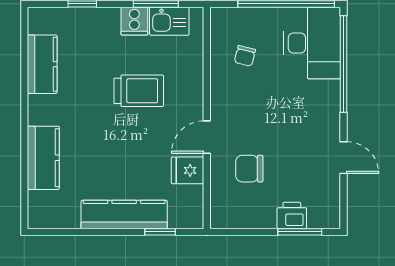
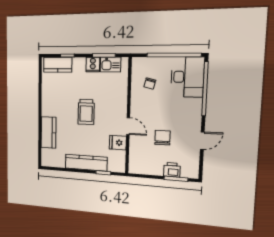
kitchen counter: (42, 64) -> (58, 65), moved, turned 90
trolley: (139, 91) -> (86, 112), moved, turned 90
door: (207, 137) -> (128, 126), swing flipped
door: (343, 158) -> (202, 141), hinge flipped
chair: (249, 169) -> (162, 138), moved, turned 90

